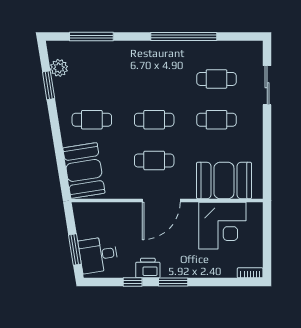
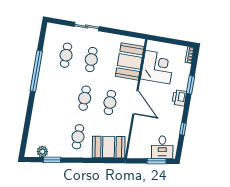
window: (91, 36) -> (26, 128), removed
sliding door: (267, 85) -> (87, 27), moved
printer: (148, 268) -> (179, 98), moved
window: (173, 282) -> (190, 85), moved

